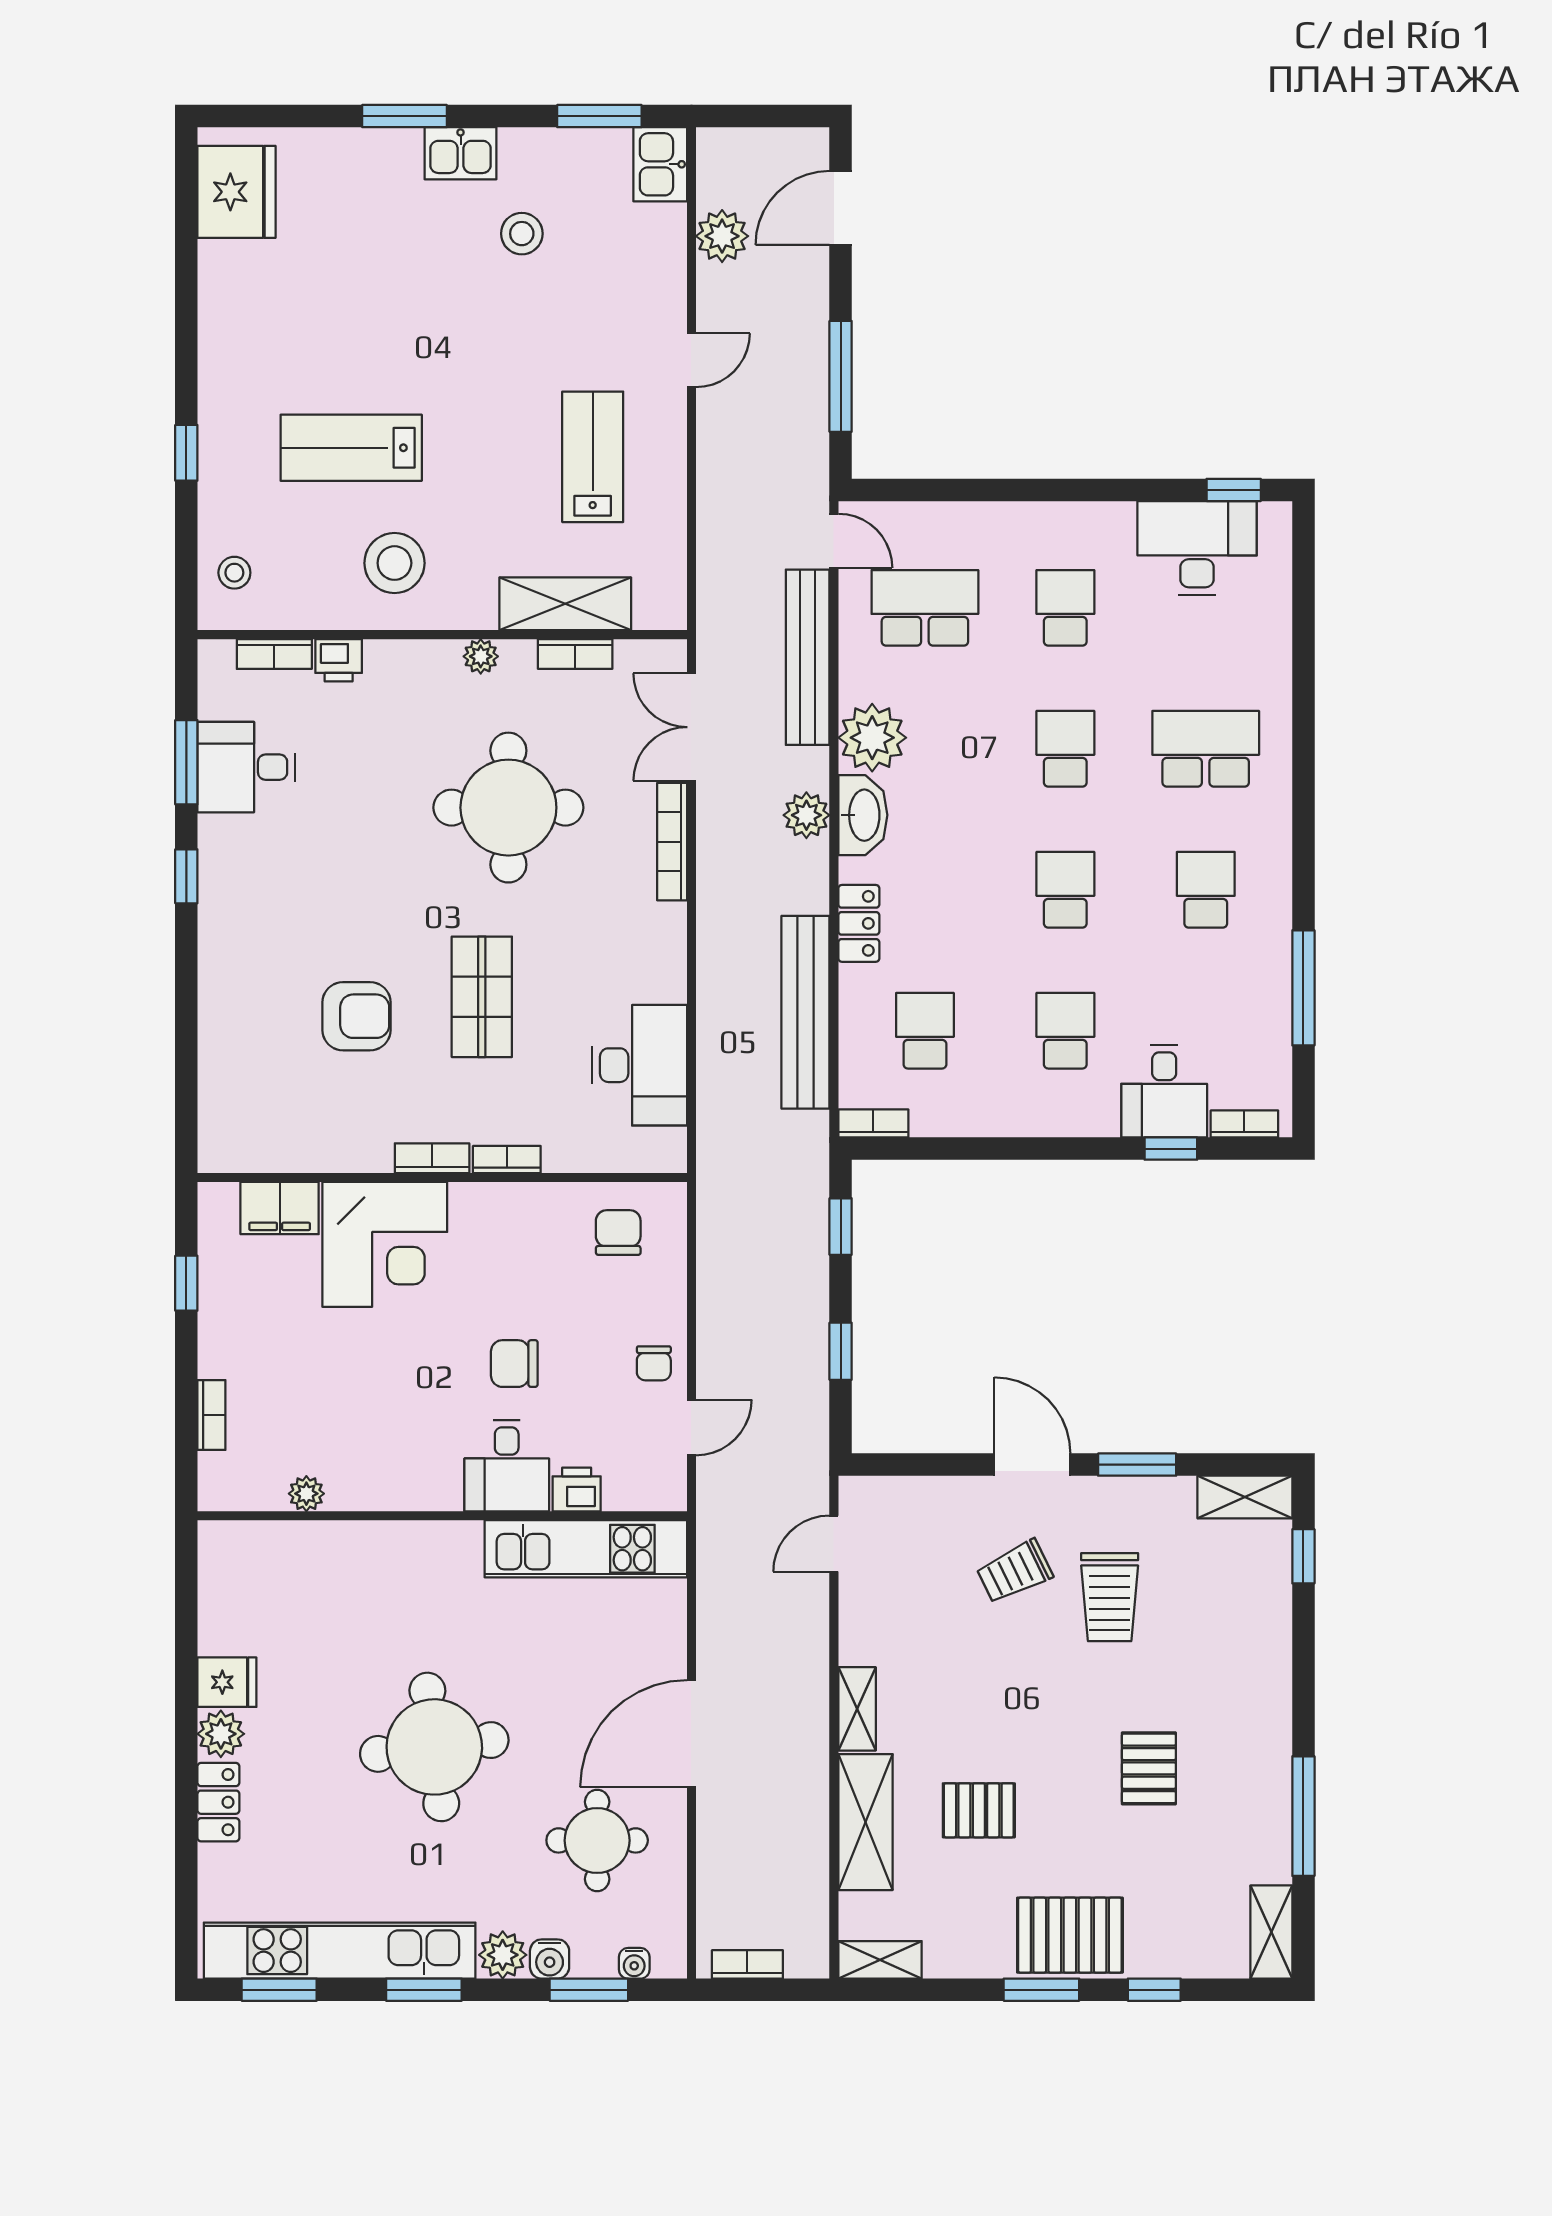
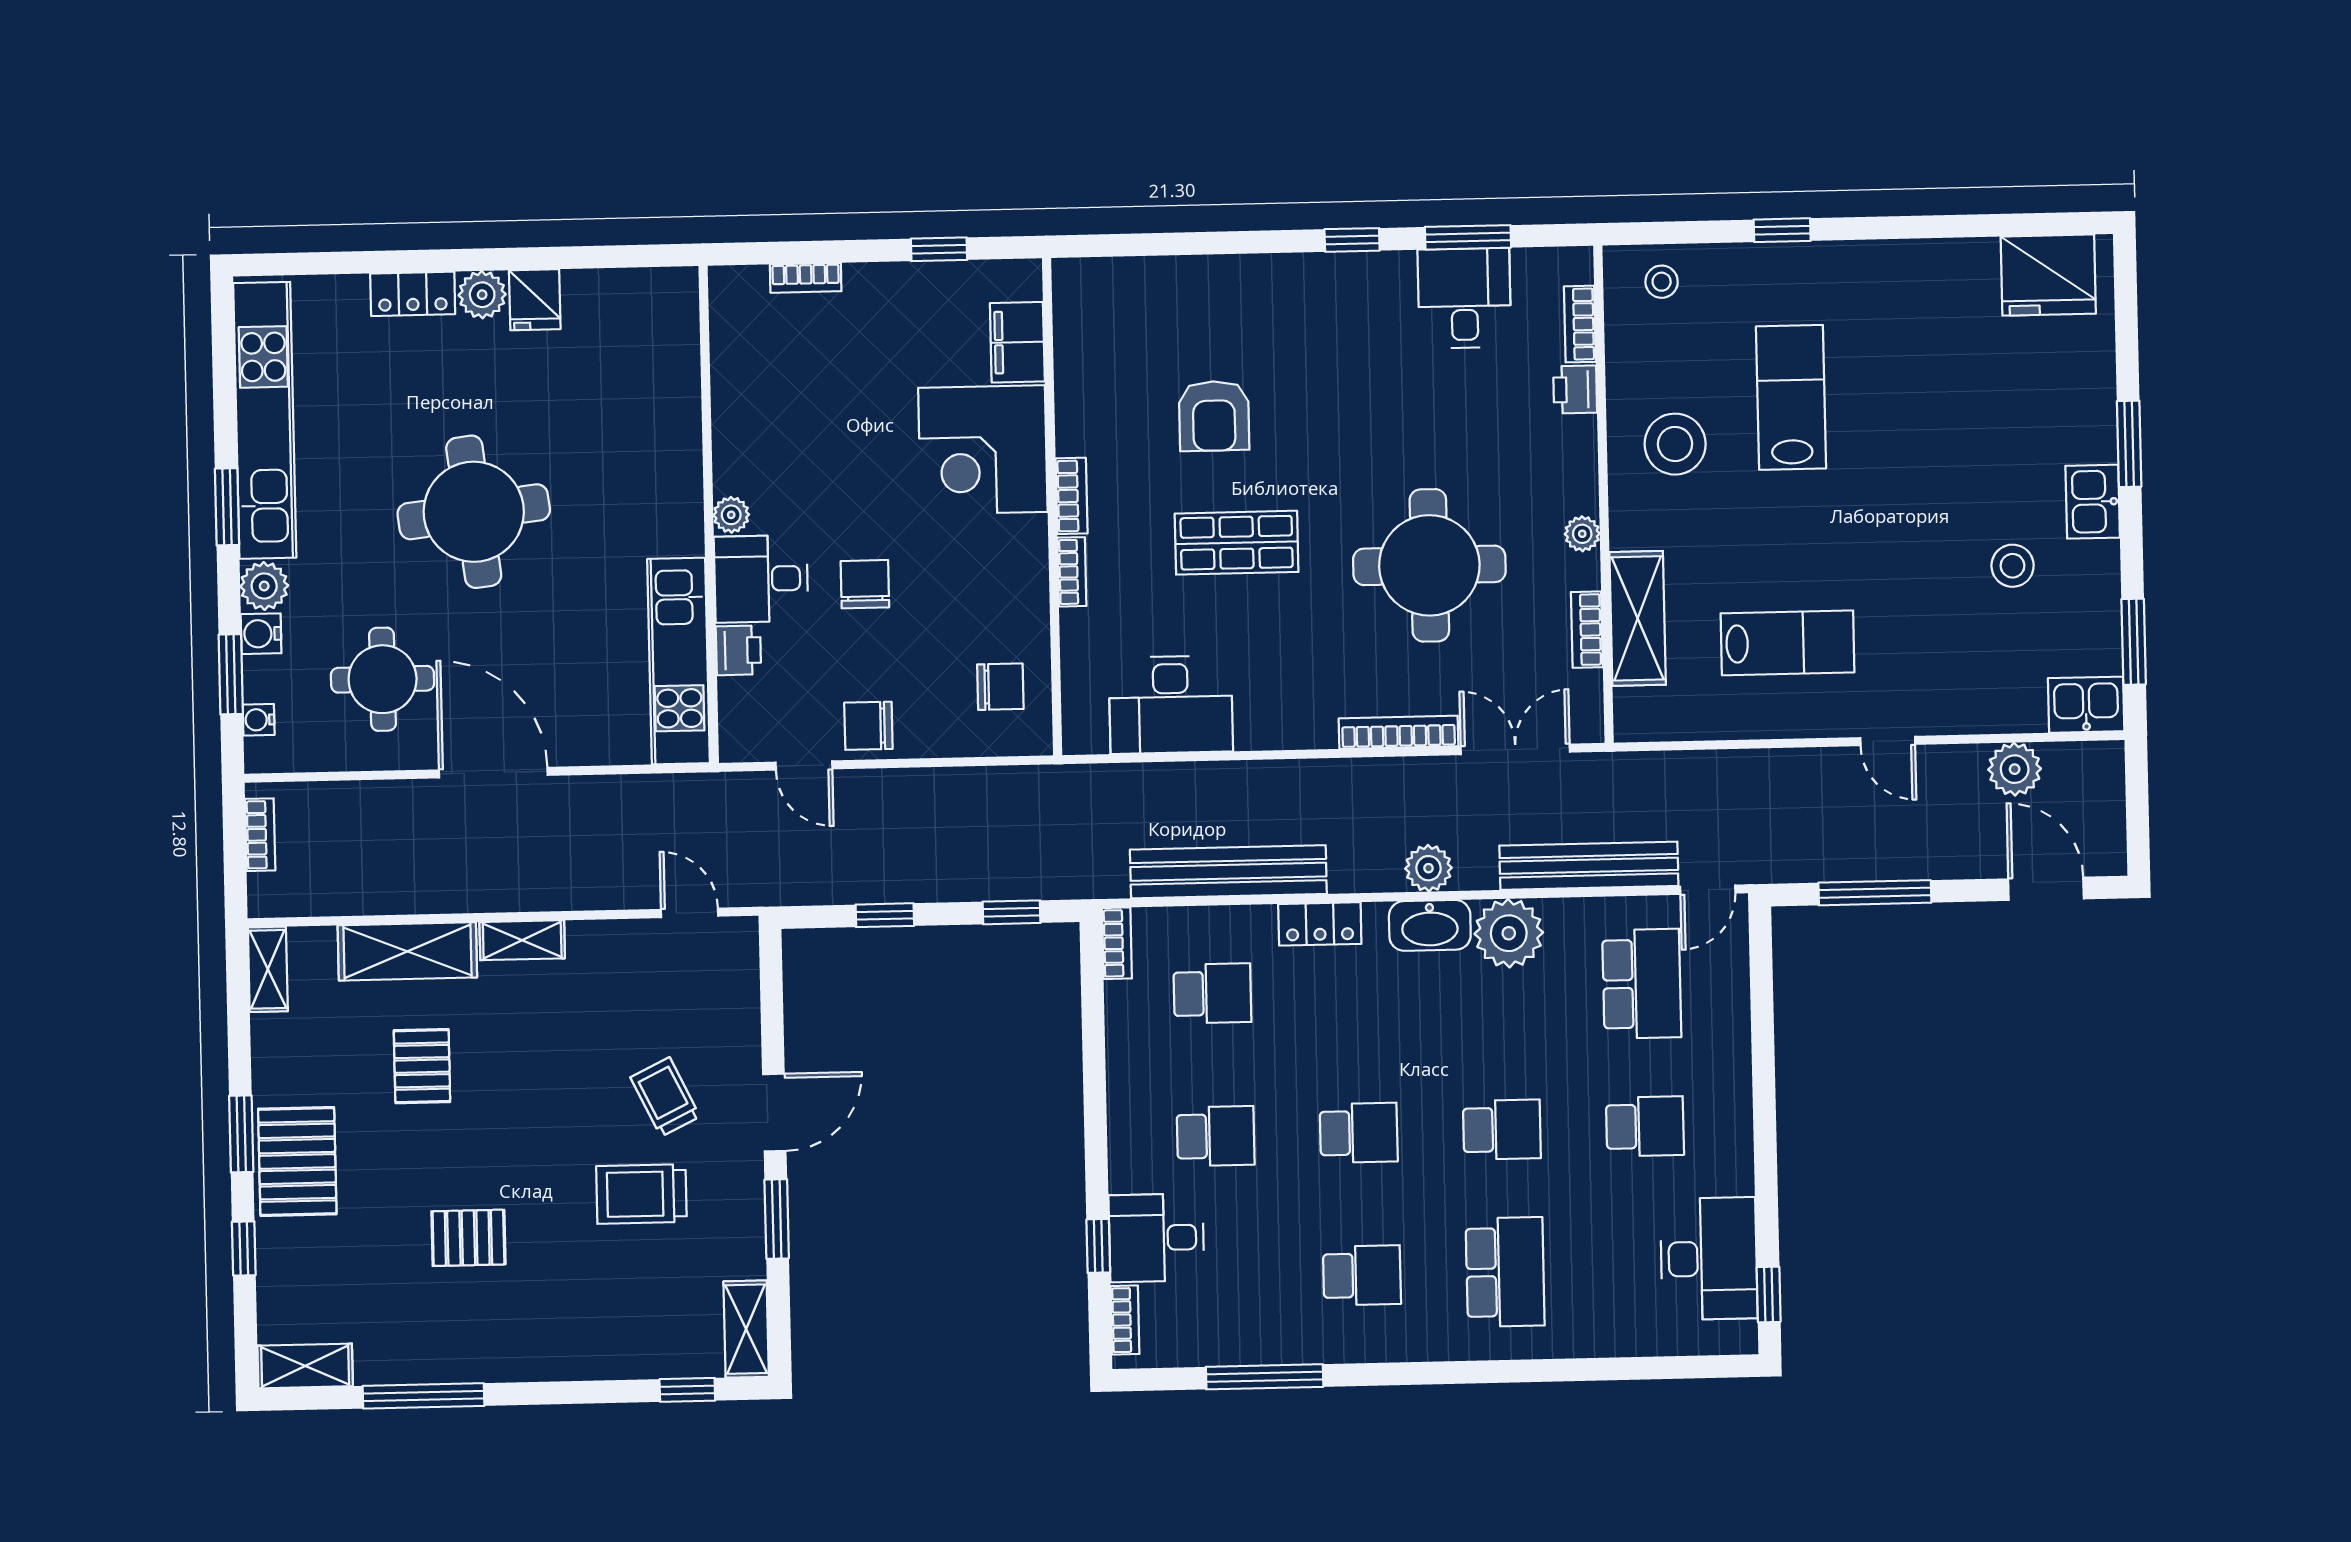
chair: (654, 1363) -> (868, 726), width x1.37, depth x1.37
plant: (306, 1494) -> (731, 515), moved
window: (279, 1990) -> (224, 360), removed

